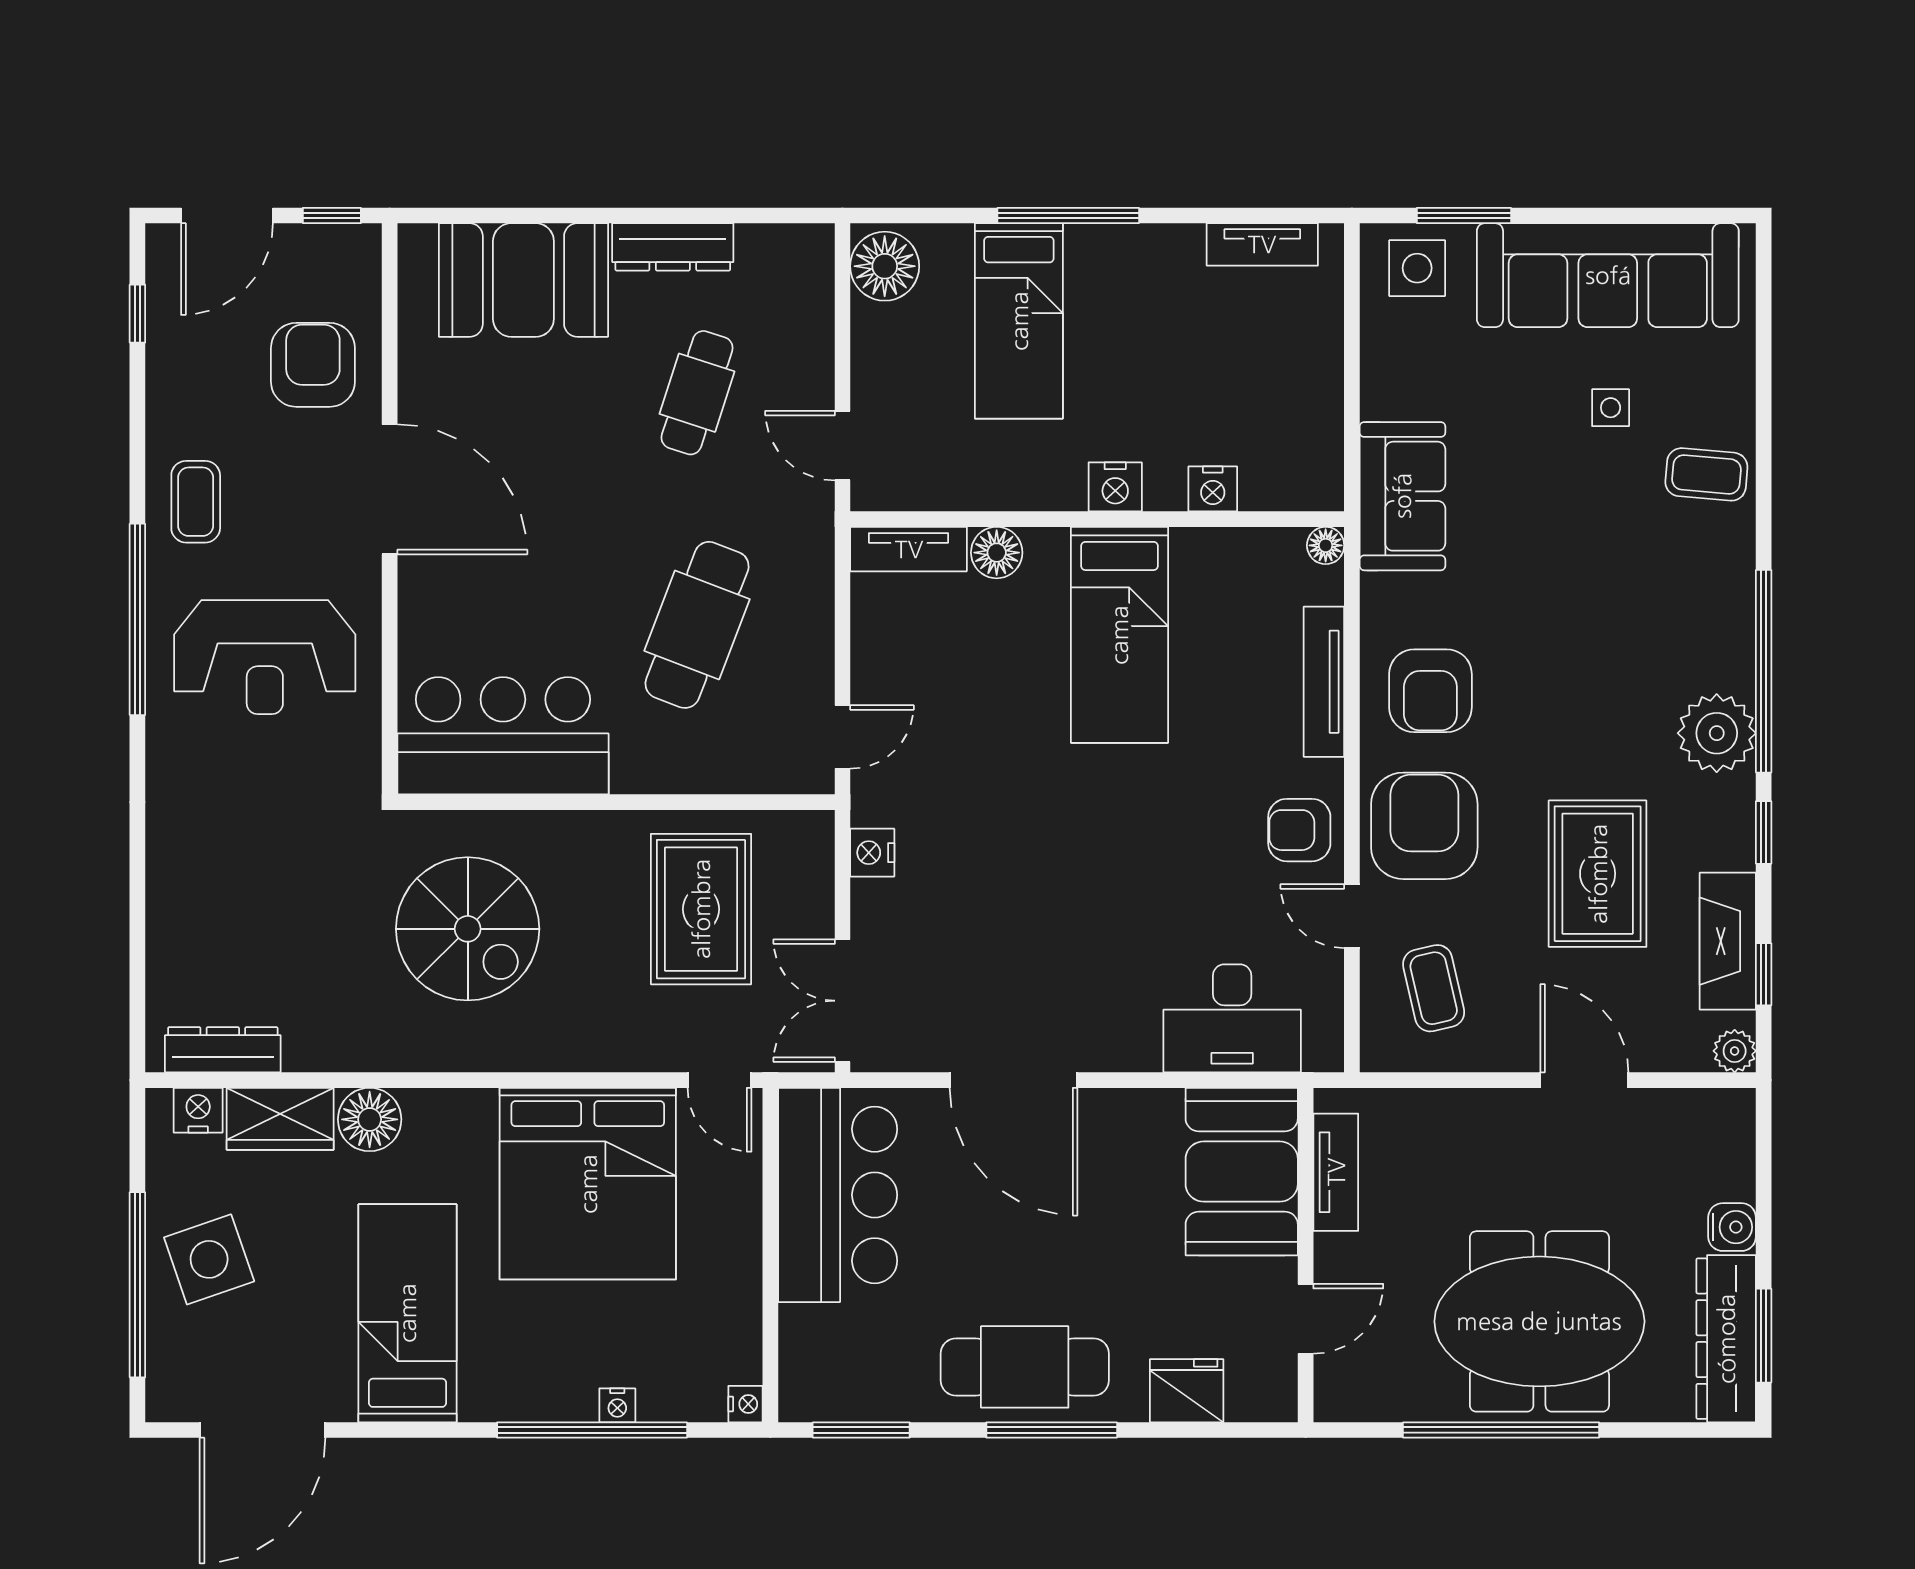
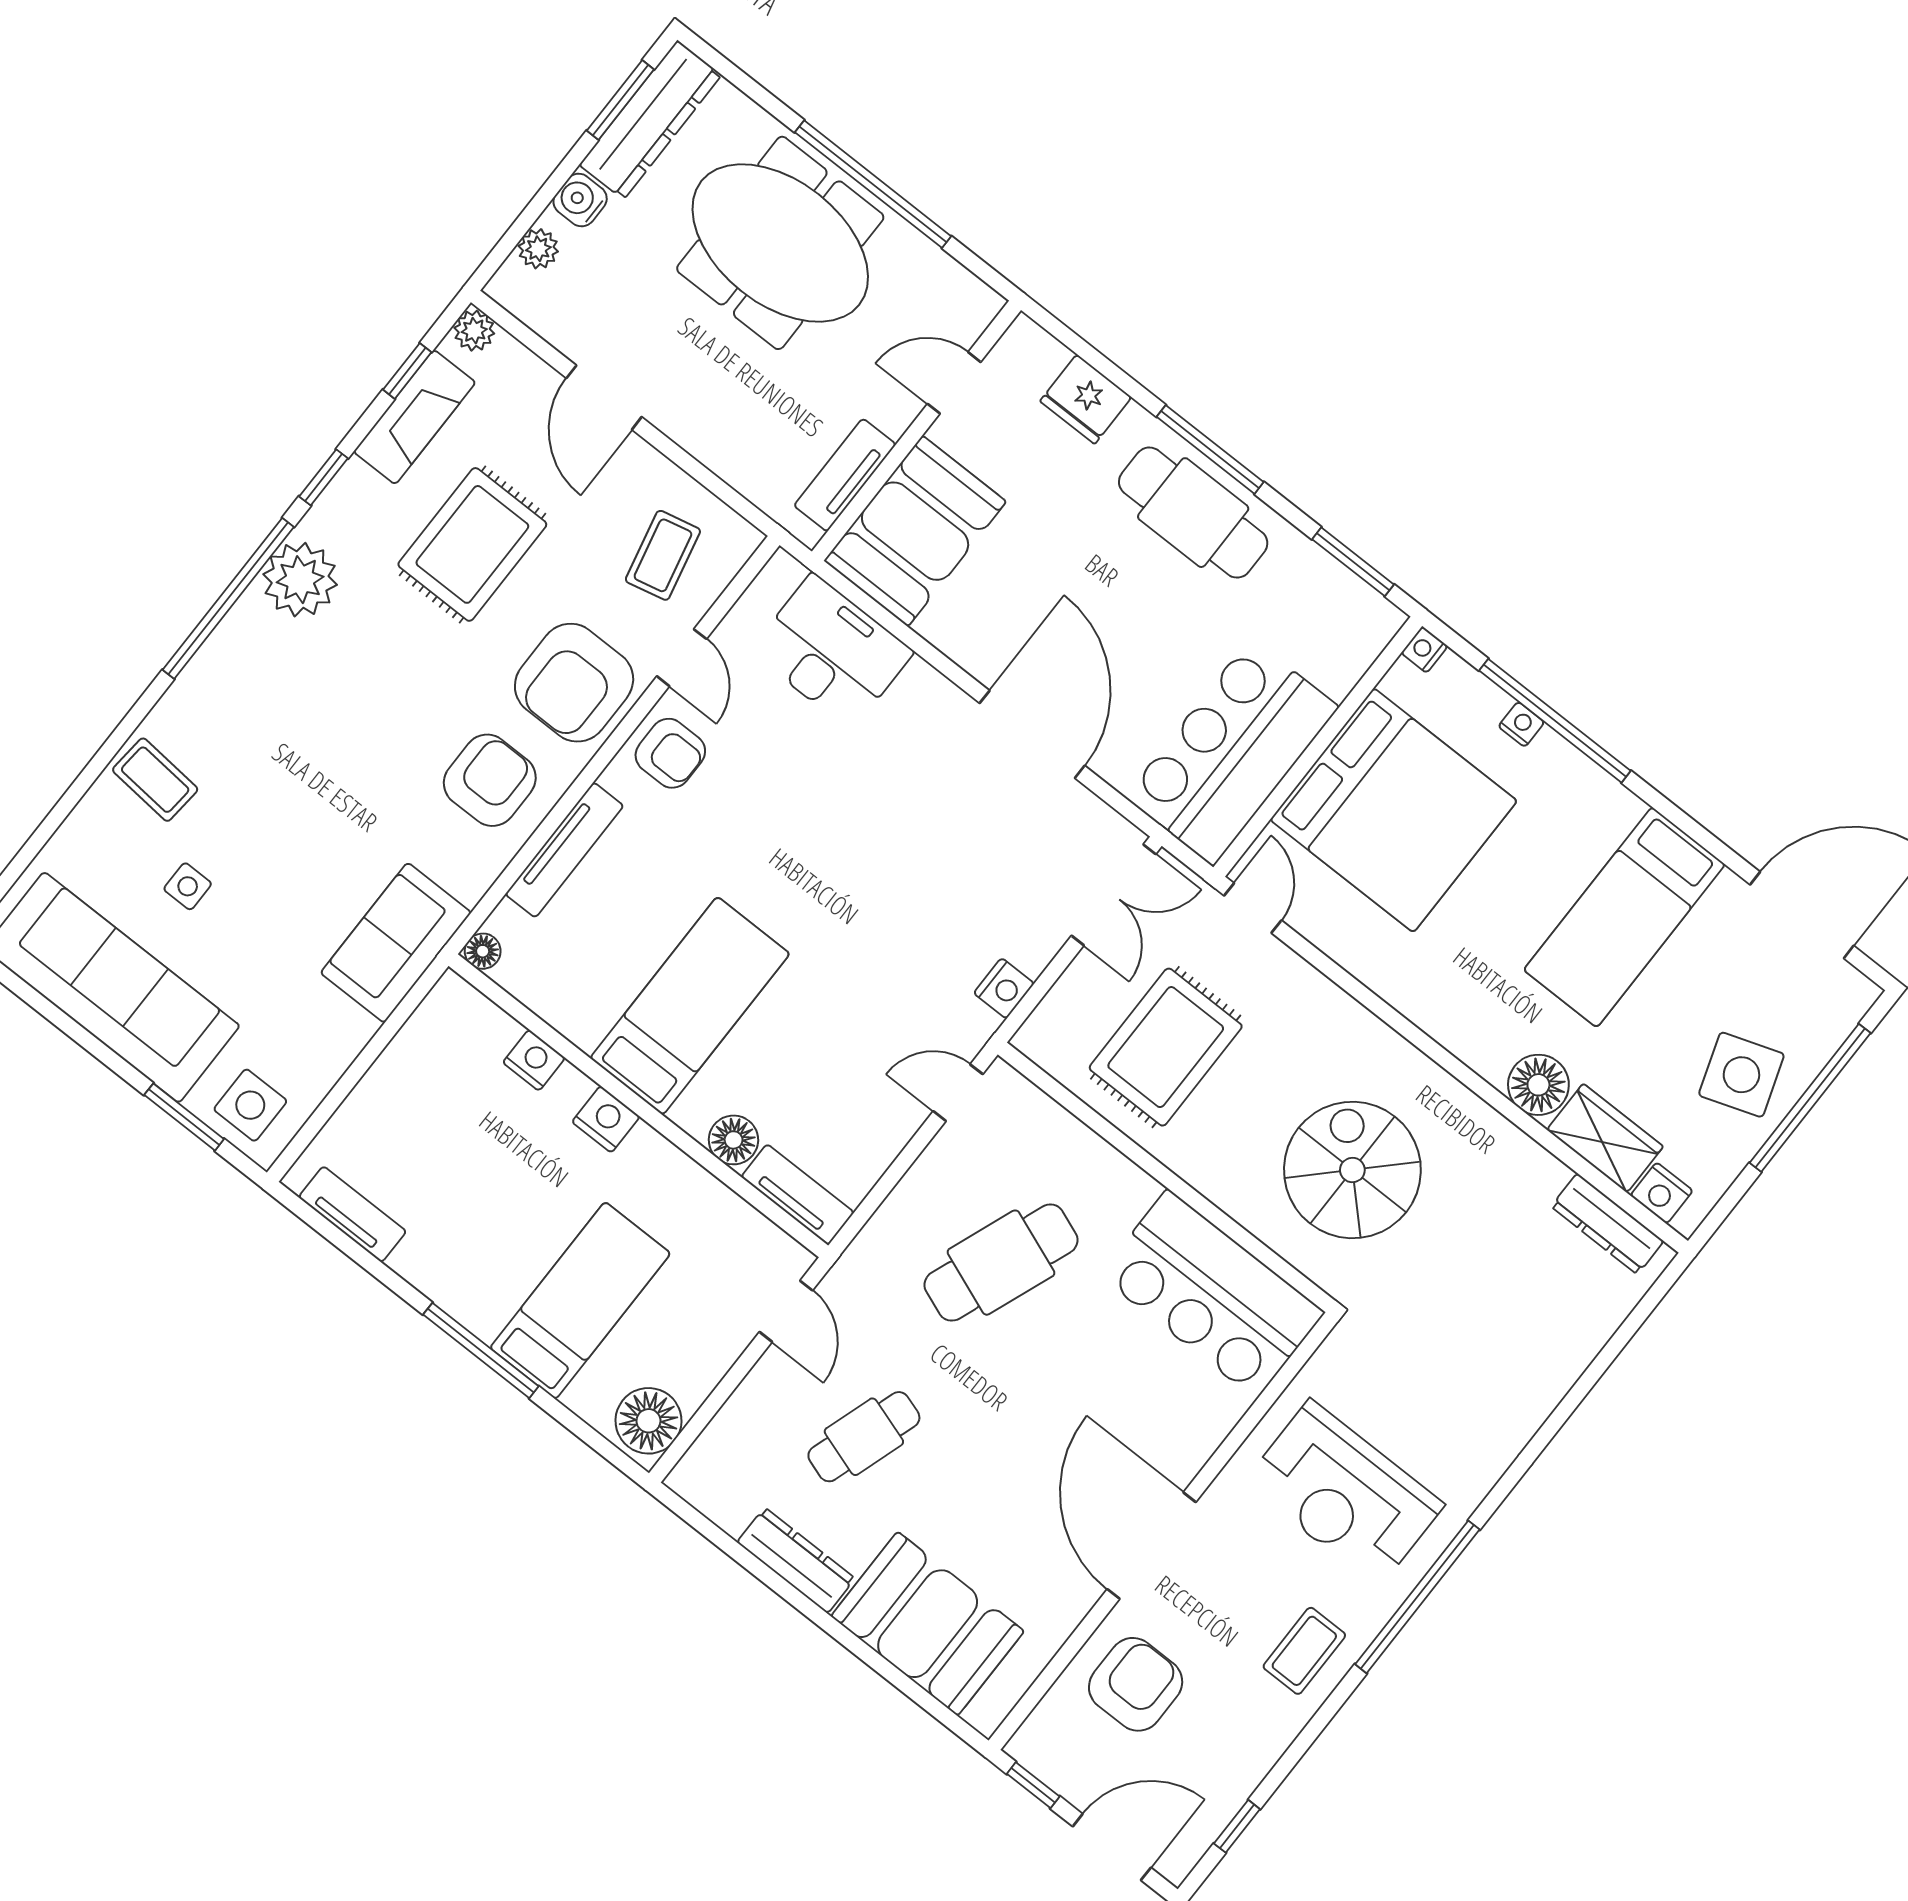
armchair: (313, 365) -> (1136, 1684), turned 180
reception desk: (265, 657) -> (1344, 1494), turned 180
plant: (1735, 1160) -> (538, 249), added
bed: (588, 1184) -> (1394, 810), moved, turned 90

